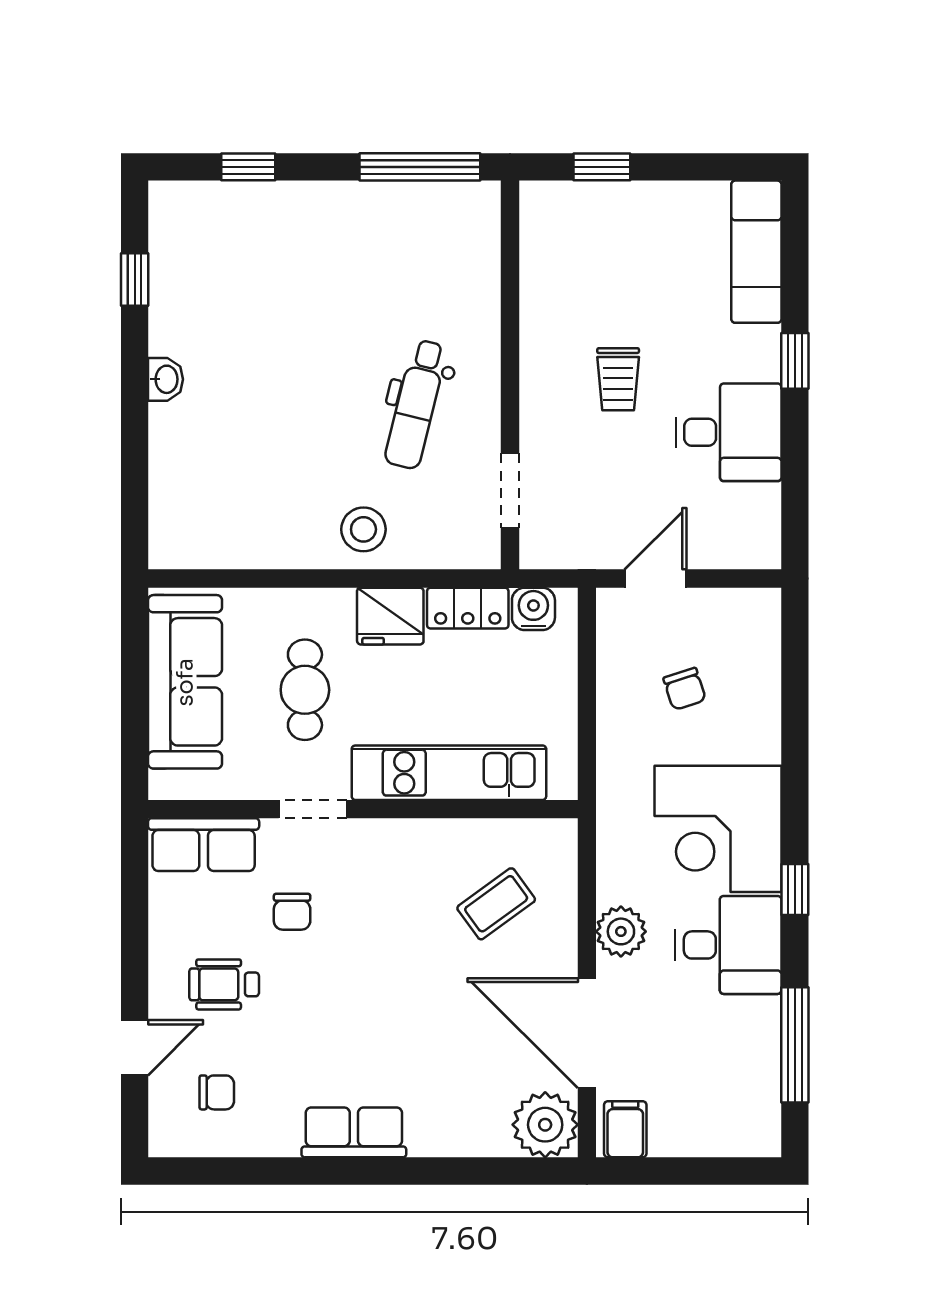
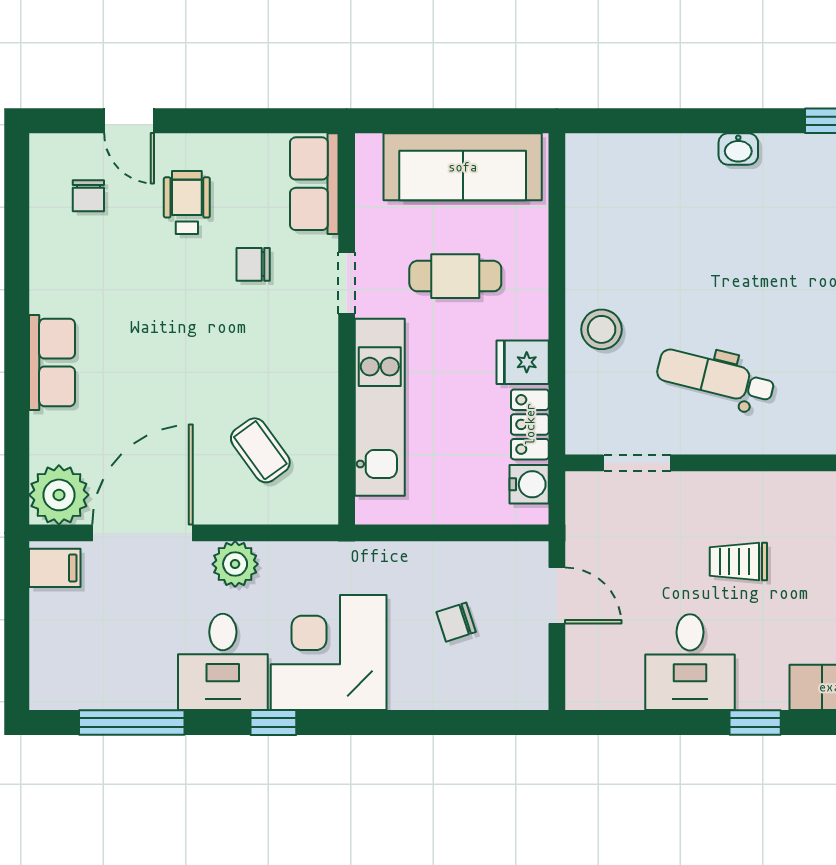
fridge: (390, 616) -> (523, 362), width x0.72
row of seats: (354, 1132) -> (52, 362), moved

